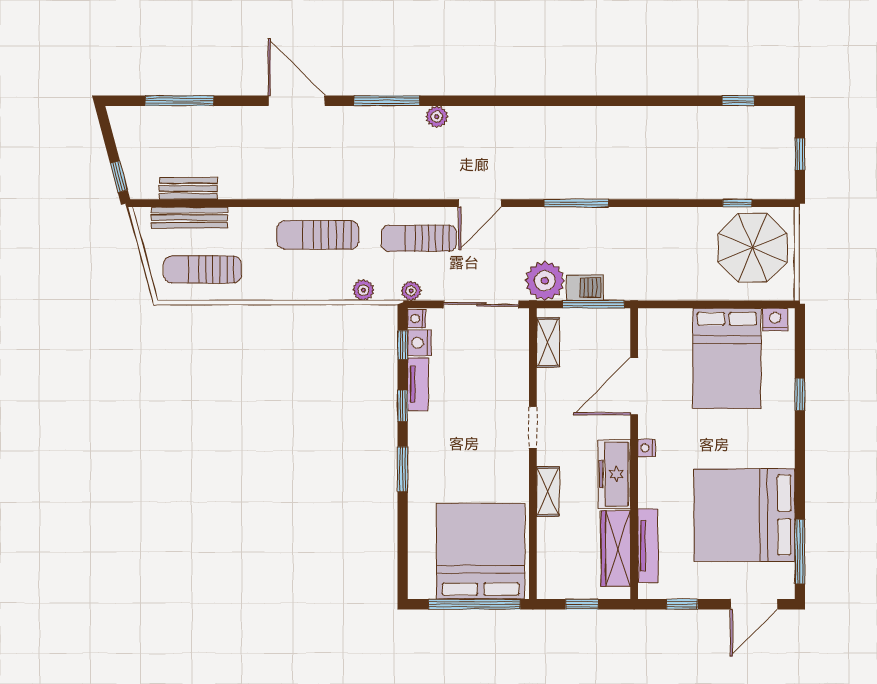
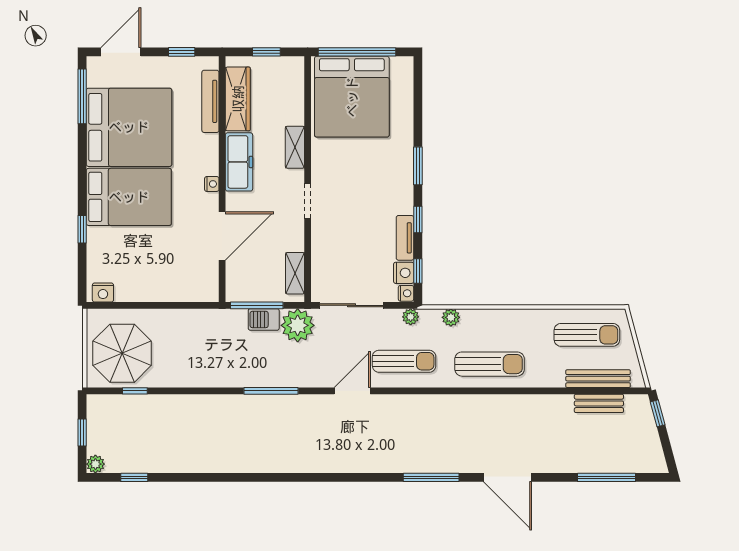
plant: (437, 117) -> (95, 464), moved
bed: (727, 358) -> (129, 197), moved, turned 90

